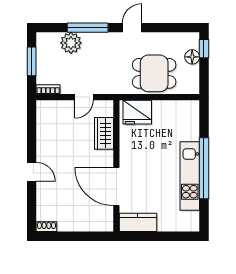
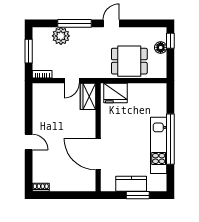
wardrobe: (104, 133) -> (88, 96), moved
kitchen counter: (138, 222) -> (131, 184), moved
window: (164, 236) -> (138, 195), added

